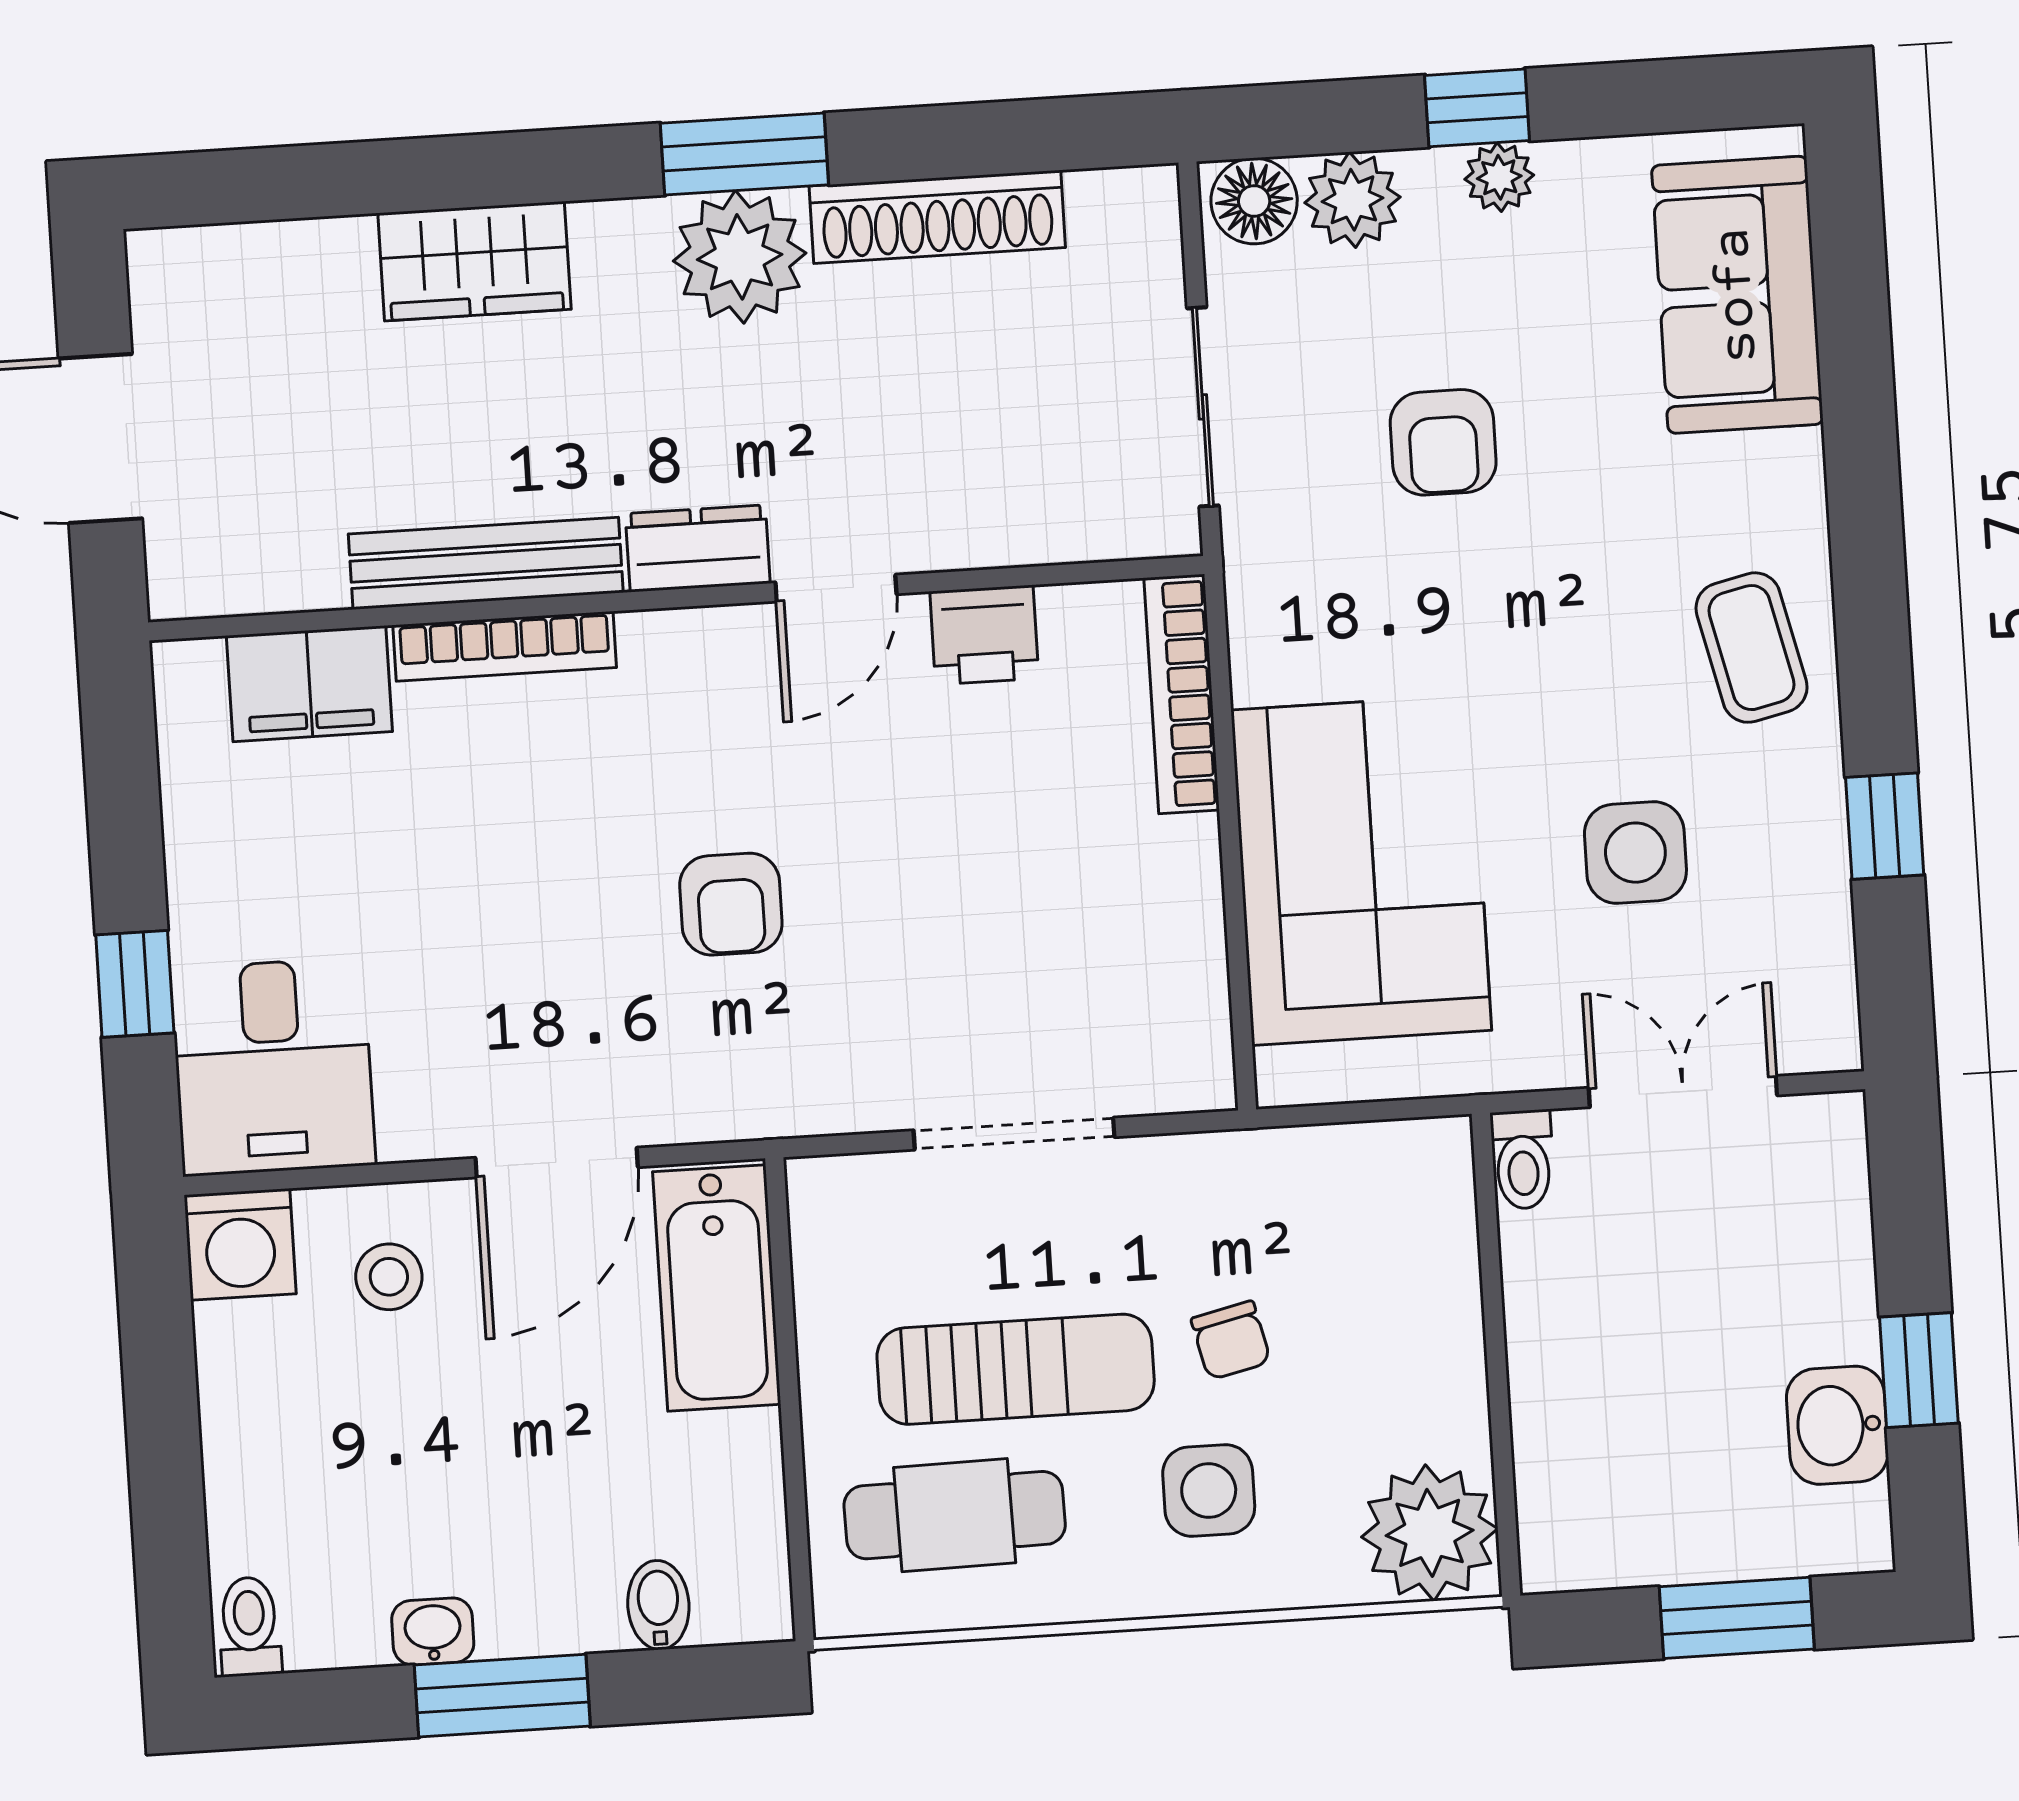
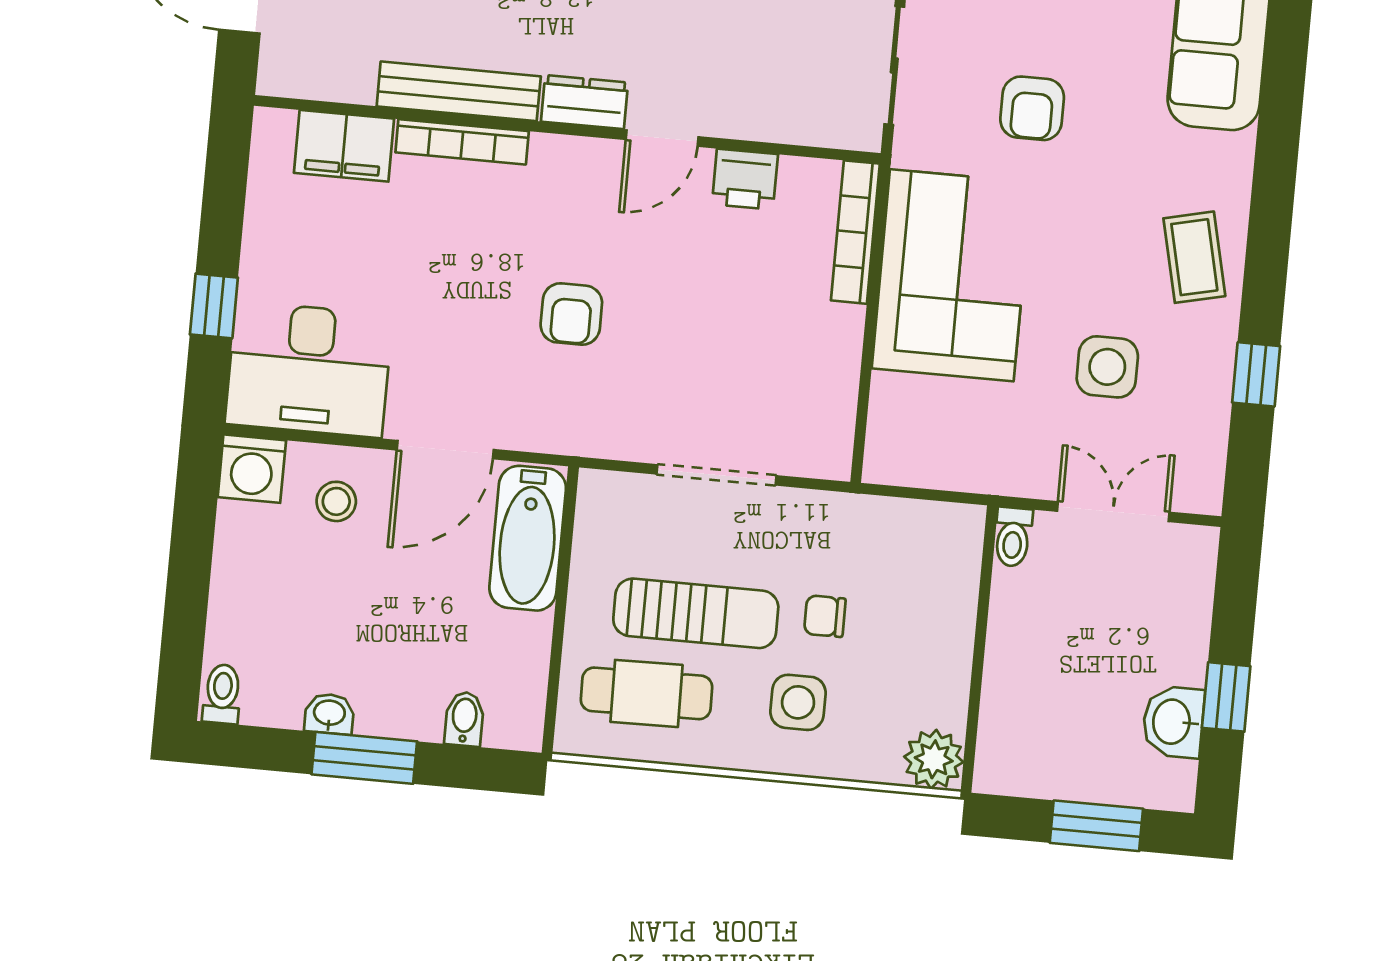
corner sofa: (1361, 870) -> (952, 275), moved
desk: (273, 1067) -> (309, 369), width x1.37
chair: (1231, 1340) -> (825, 616), turned 103
plant: (1430, 1533) -> (934, 759), width x0.73, depth x0.73

